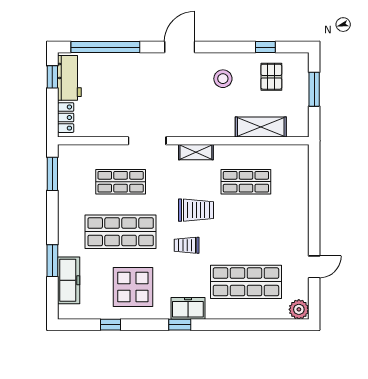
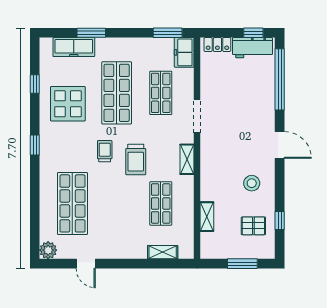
shelving: (261, 127) -> (207, 217), width x0.67, depth x0.75
shelving: (301, 180) -> (163, 252), added
freezer: (188, 308) -> (184, 52), moved, turned 180

